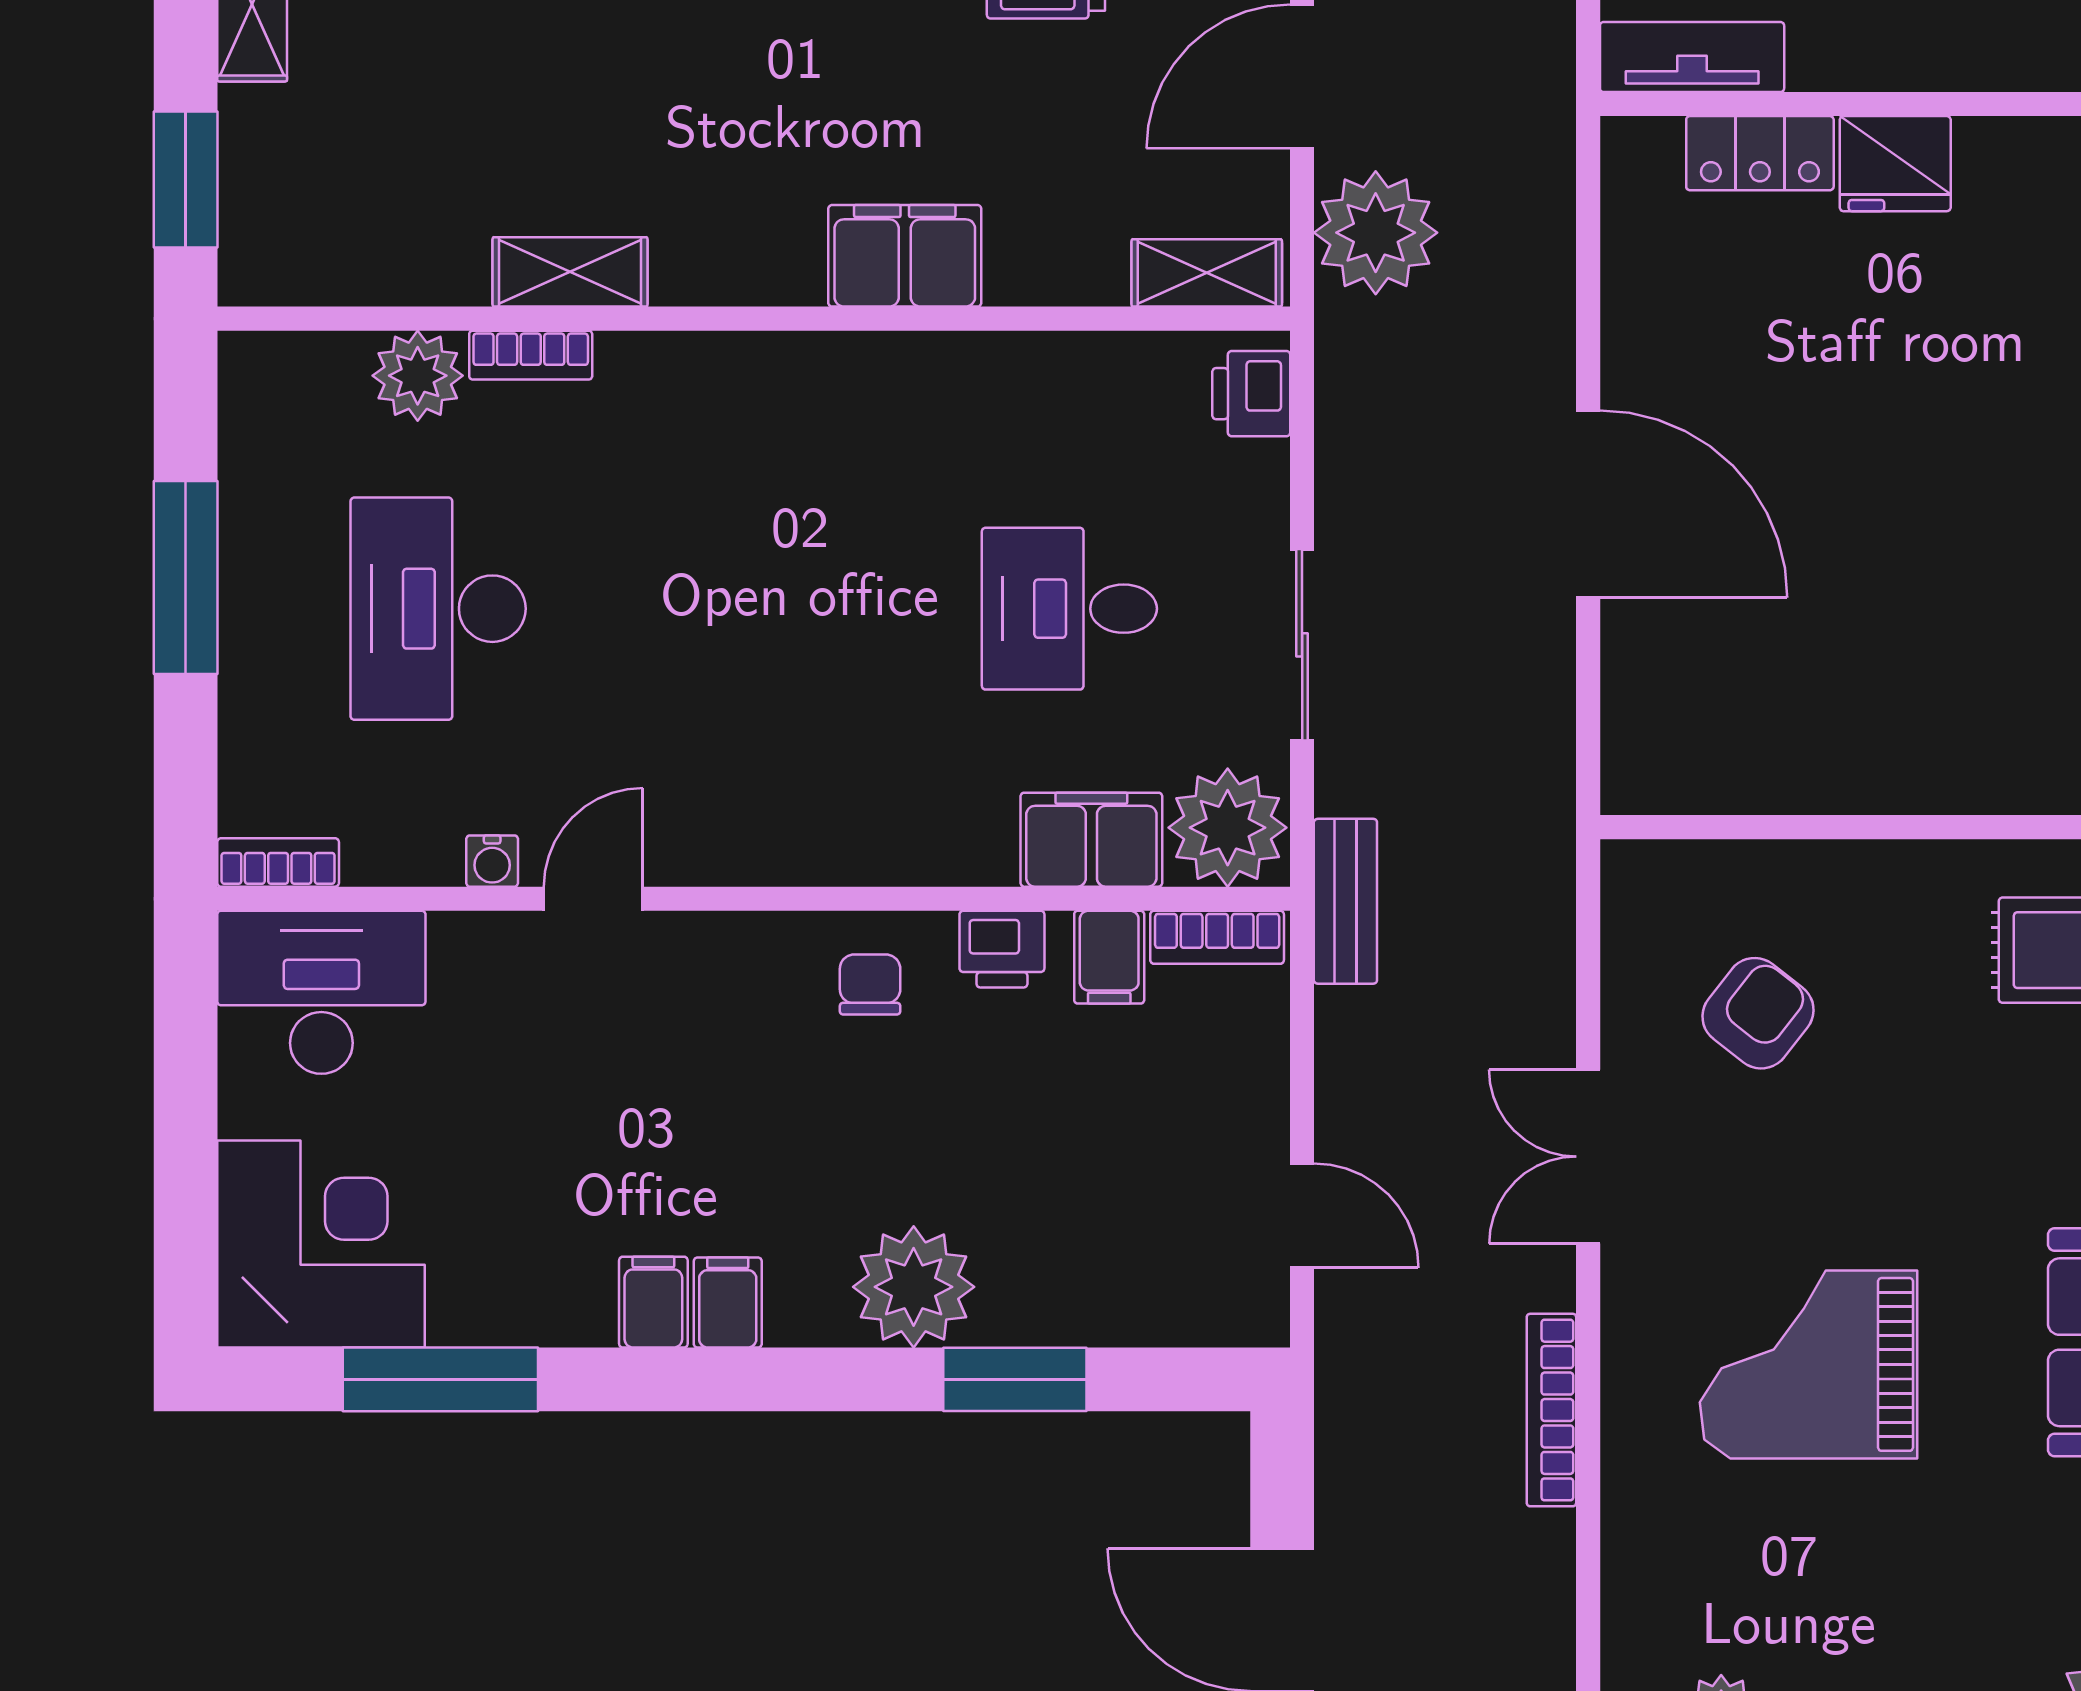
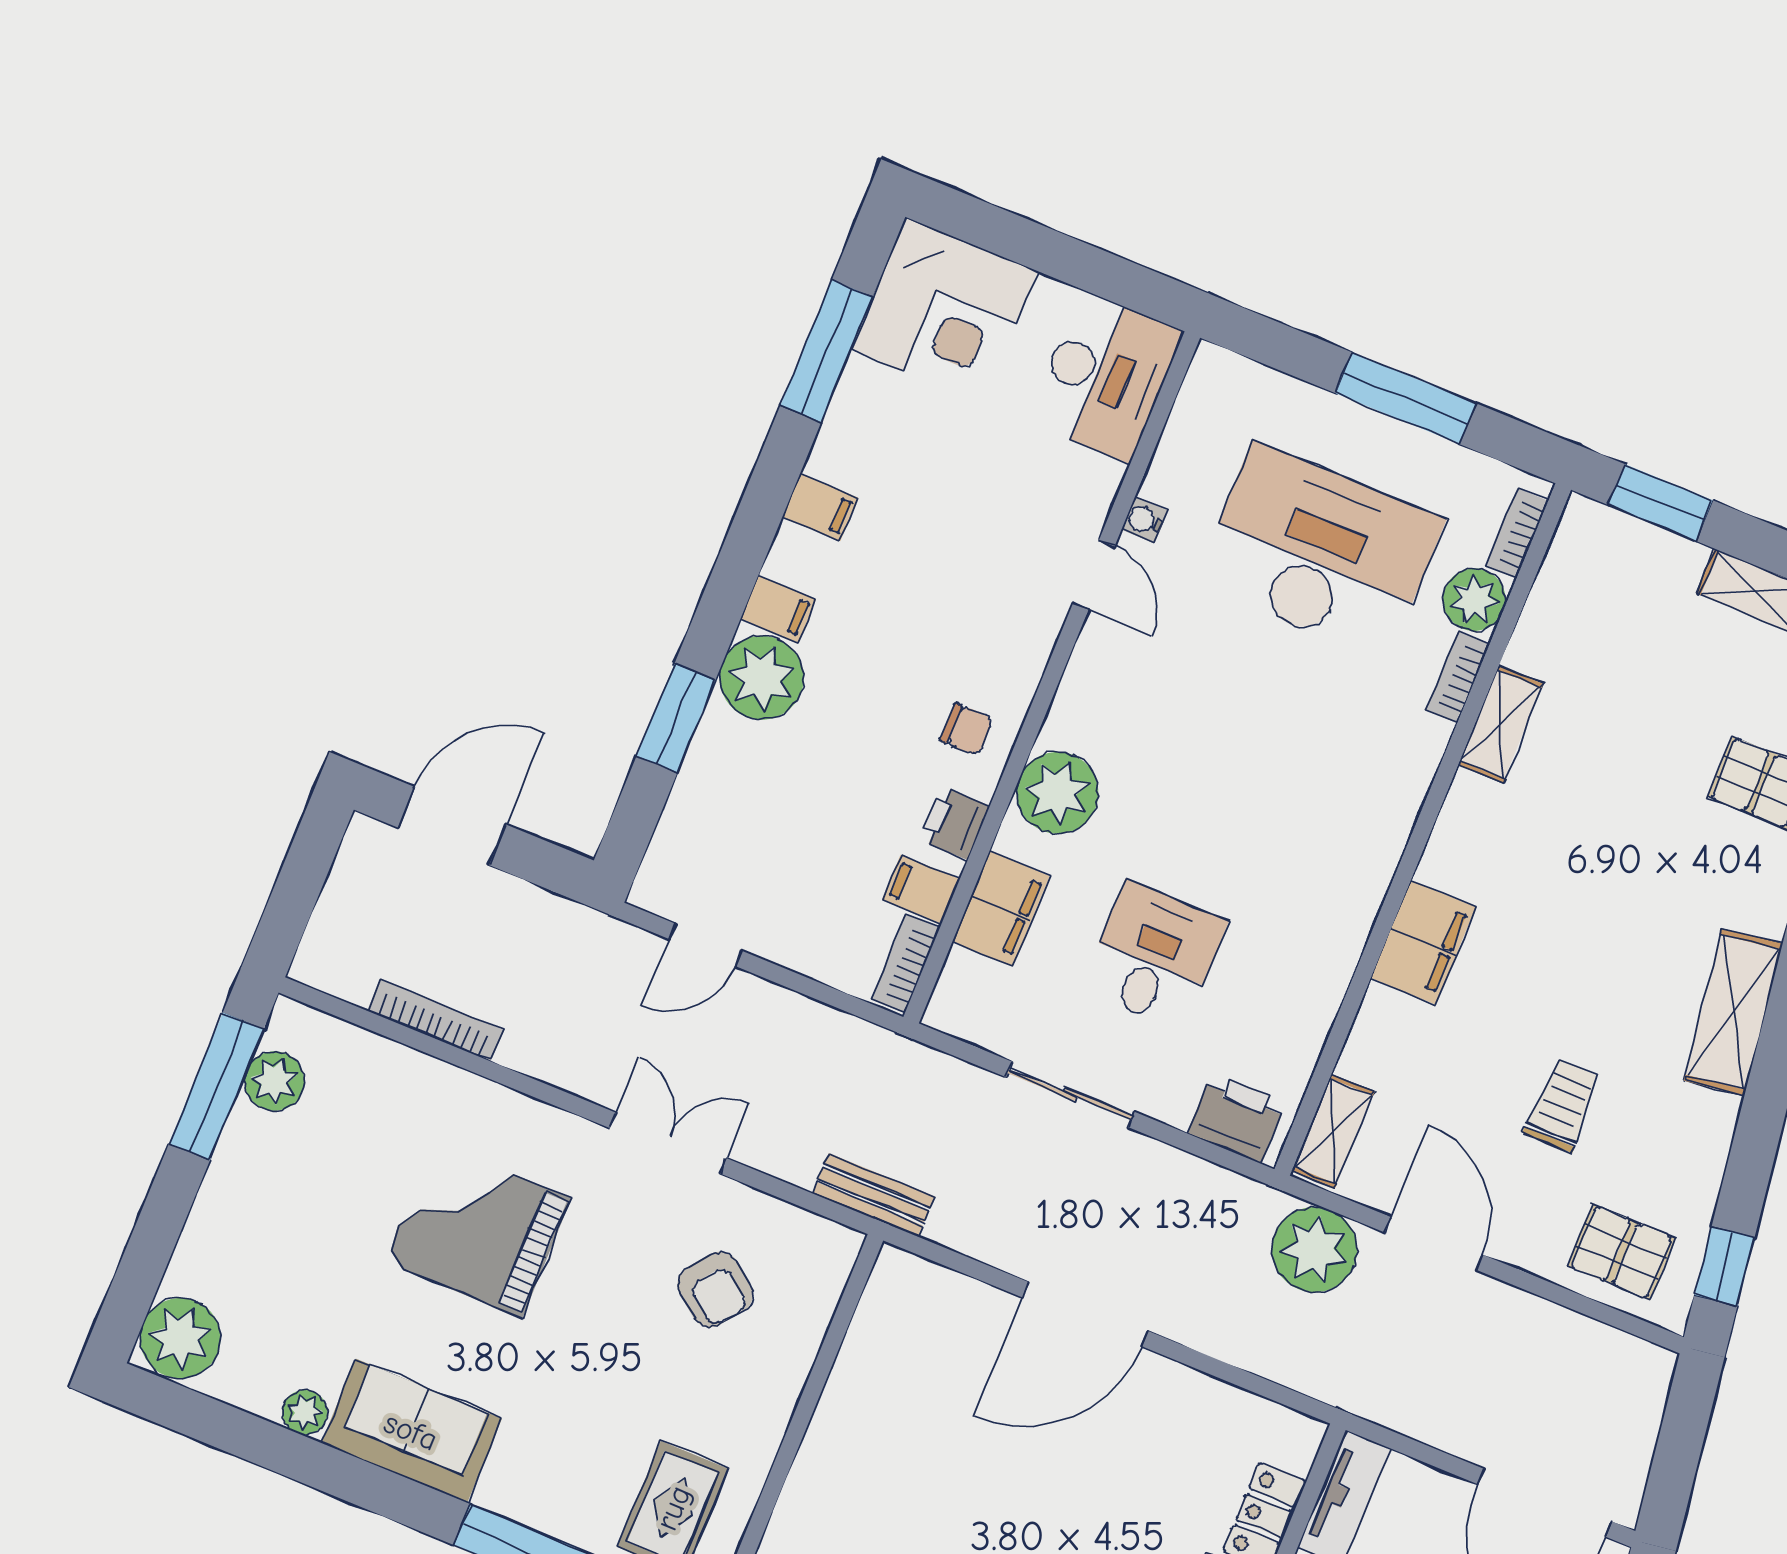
printer: (1251, 394) -> (1237, 1118), width x1.36, depth x1.24
desk: (438, 609) -> (1320, 552), width x1.36, depth x1.30
plant: (1228, 828) -> (1057, 793), moved
bookcase: (278, 862) -> (1517, 533), moved, turned 180
bench: (1345, 901) -> (873, 1195), moved
filing cabinet: (728, 1303) -> (778, 609), moved
grand piano: (1809, 1364) -> (477, 1230), turned -90
bookcase: (1551, 1410) -> (435, 1020), moved

